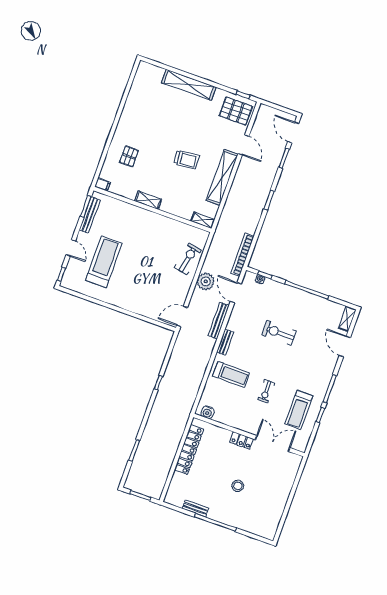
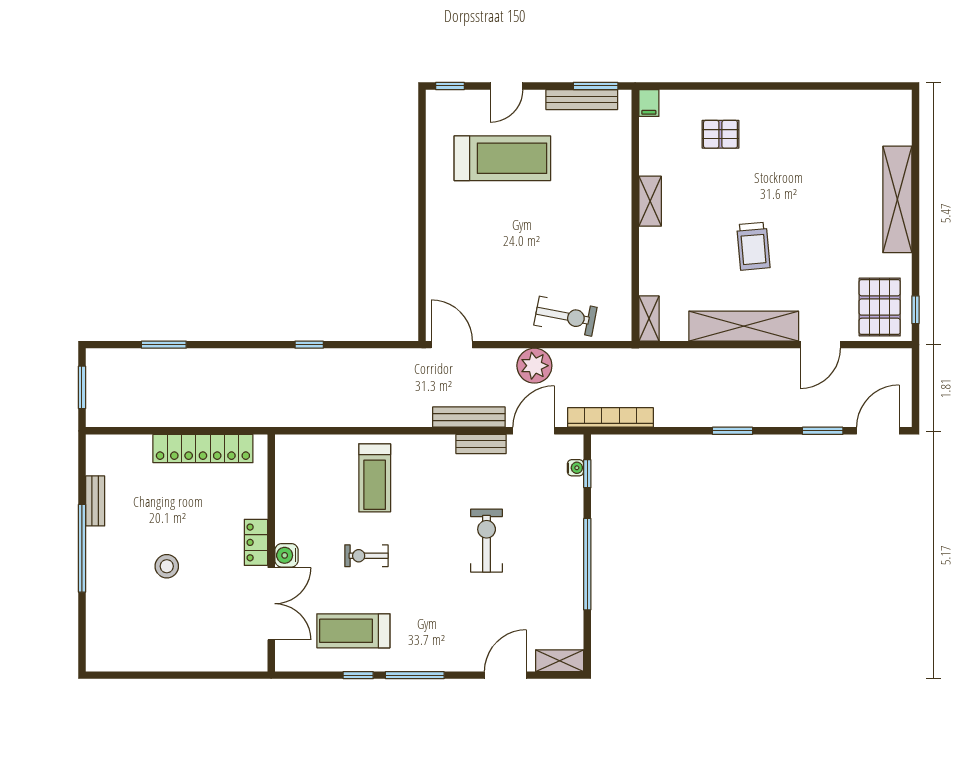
bench: (225, 342) -> (481, 444), moved
water cooler: (208, 412) -> (286, 555), moved

